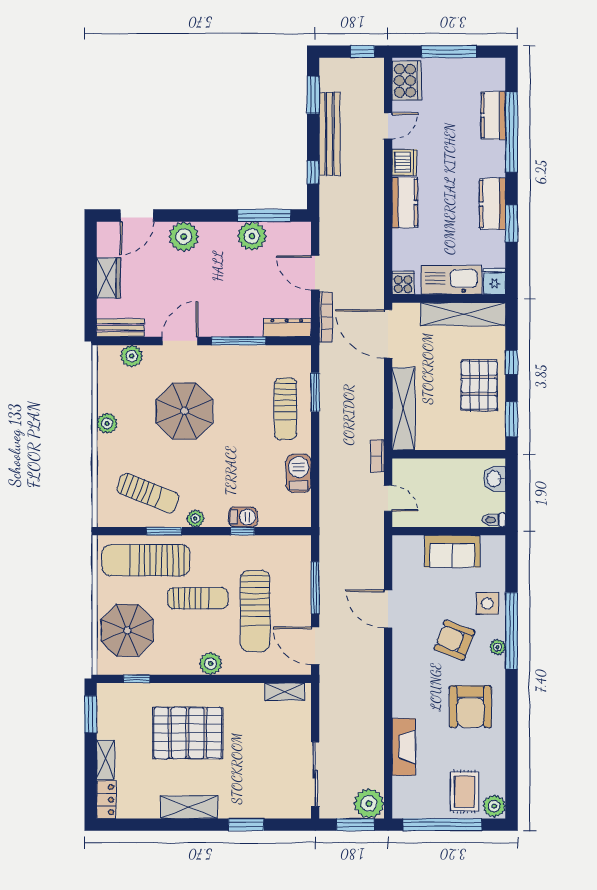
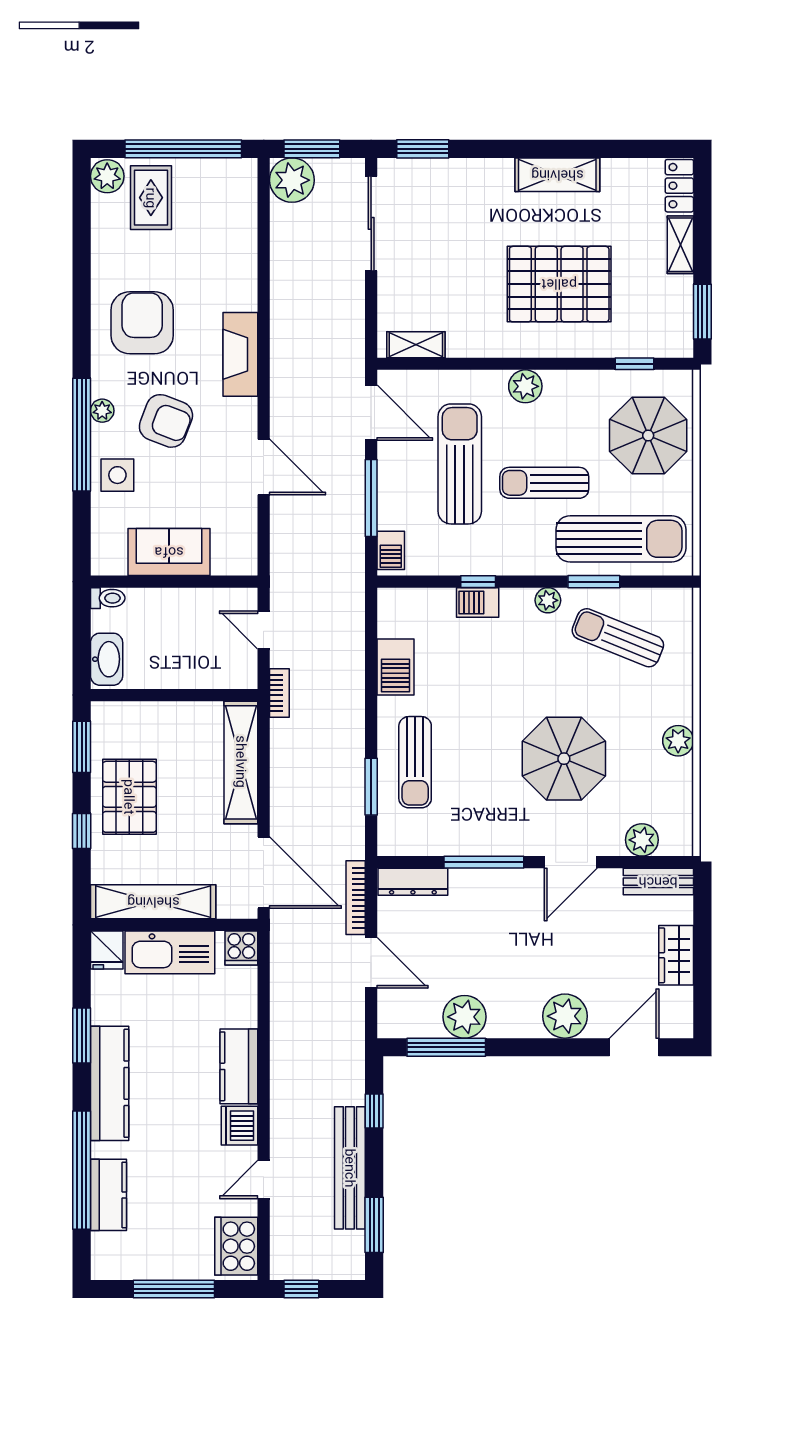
kitchen counter: (492, 204) -> (110, 1083), width x1.50
sun lounger: (285, 409) -> (415, 762), turned 180
washbasin: (495, 479) -> (107, 659), width x1.38
barbecue: (302, 552) -> (391, 550), added
fireplace: (404, 747) -> (240, 354), moved
window: (246, 825) -> (423, 149), moved

